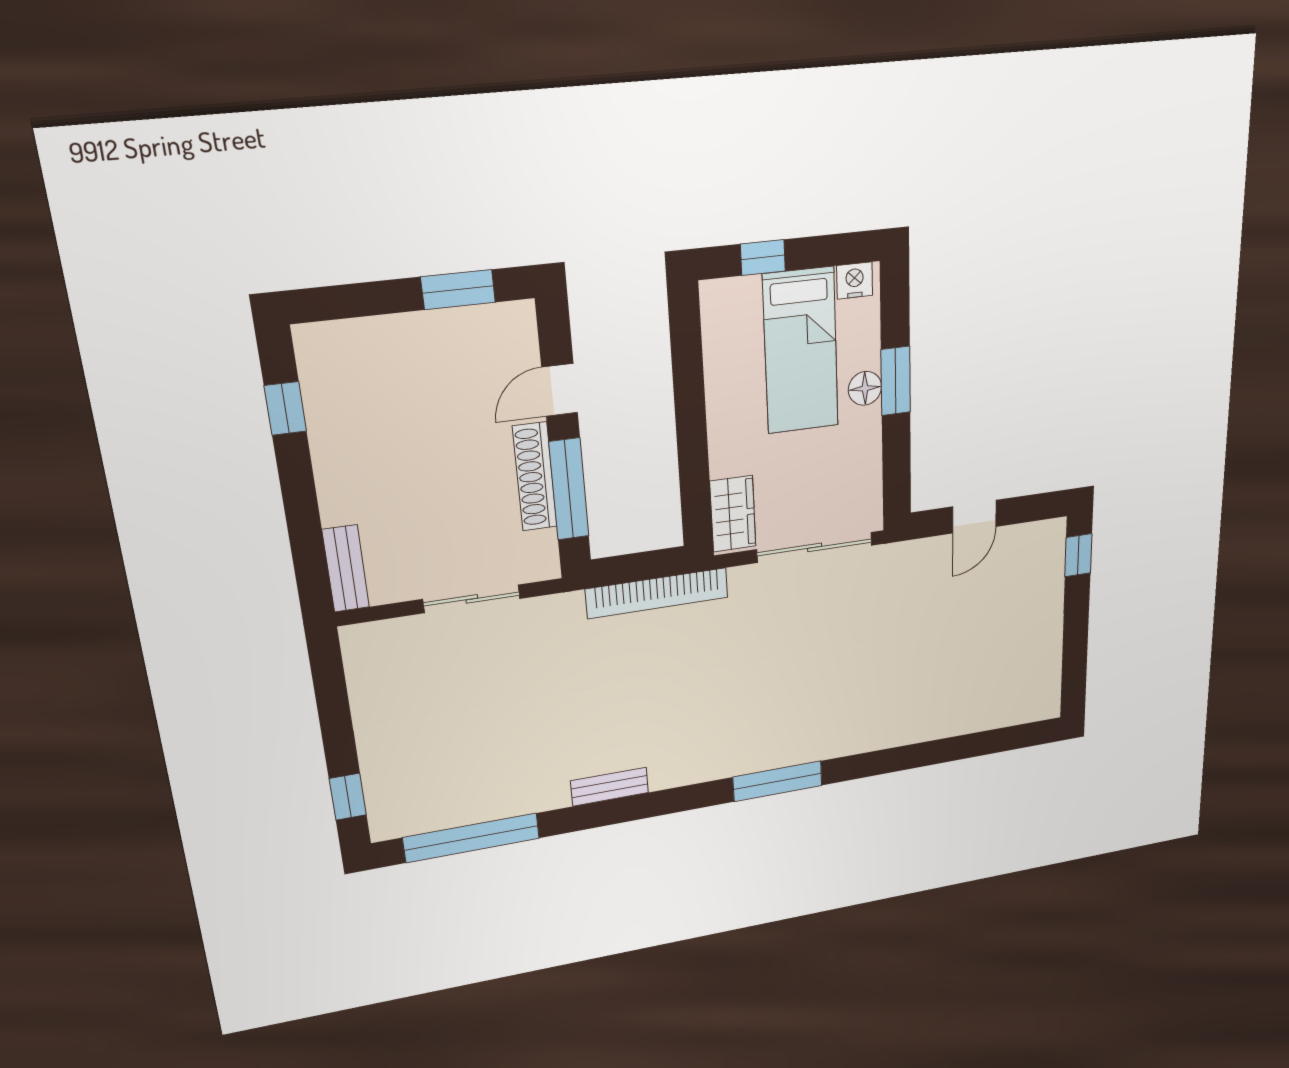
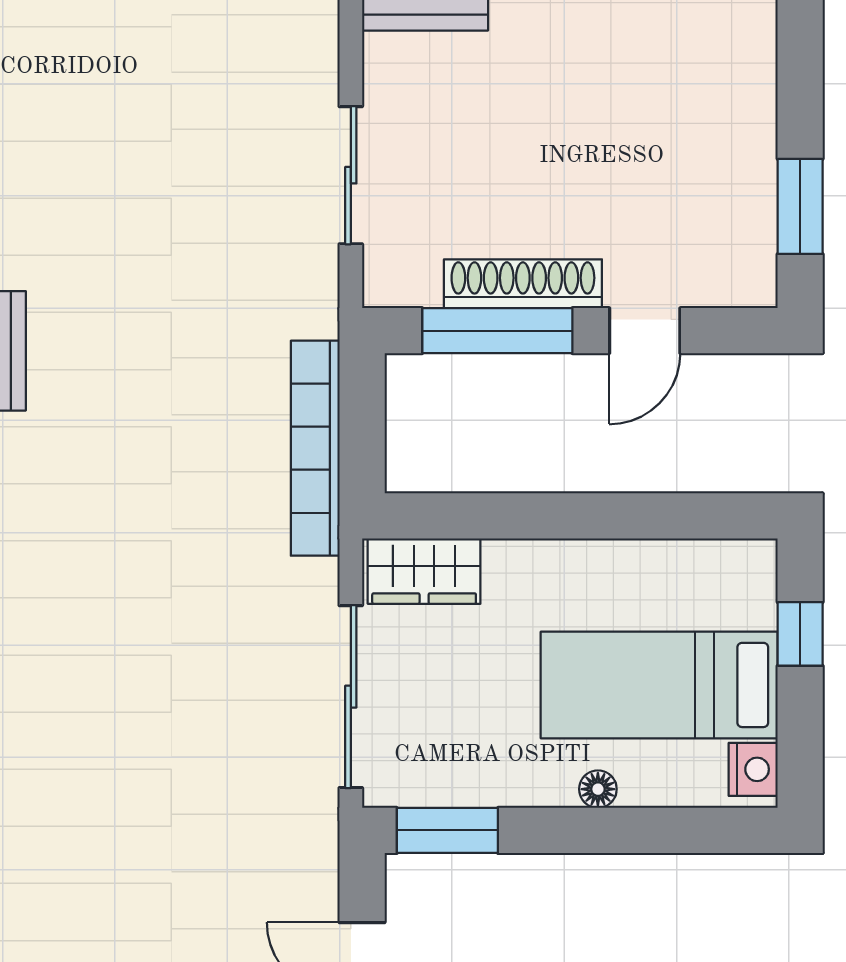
window: (896, 381) -> (447, 830), moved
floor lamp: (865, 388) -> (598, 789), width x0.73, depth x0.73
door: (560, 390) -> (645, 331), swing flipped

